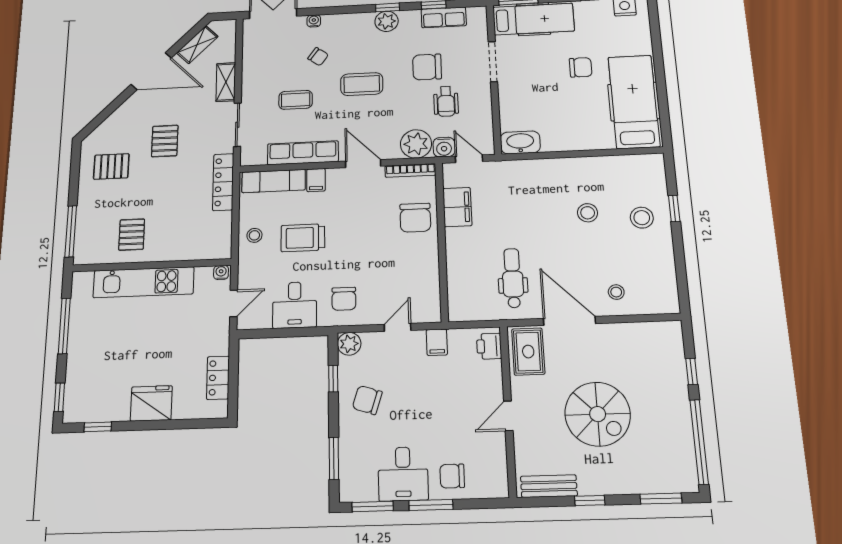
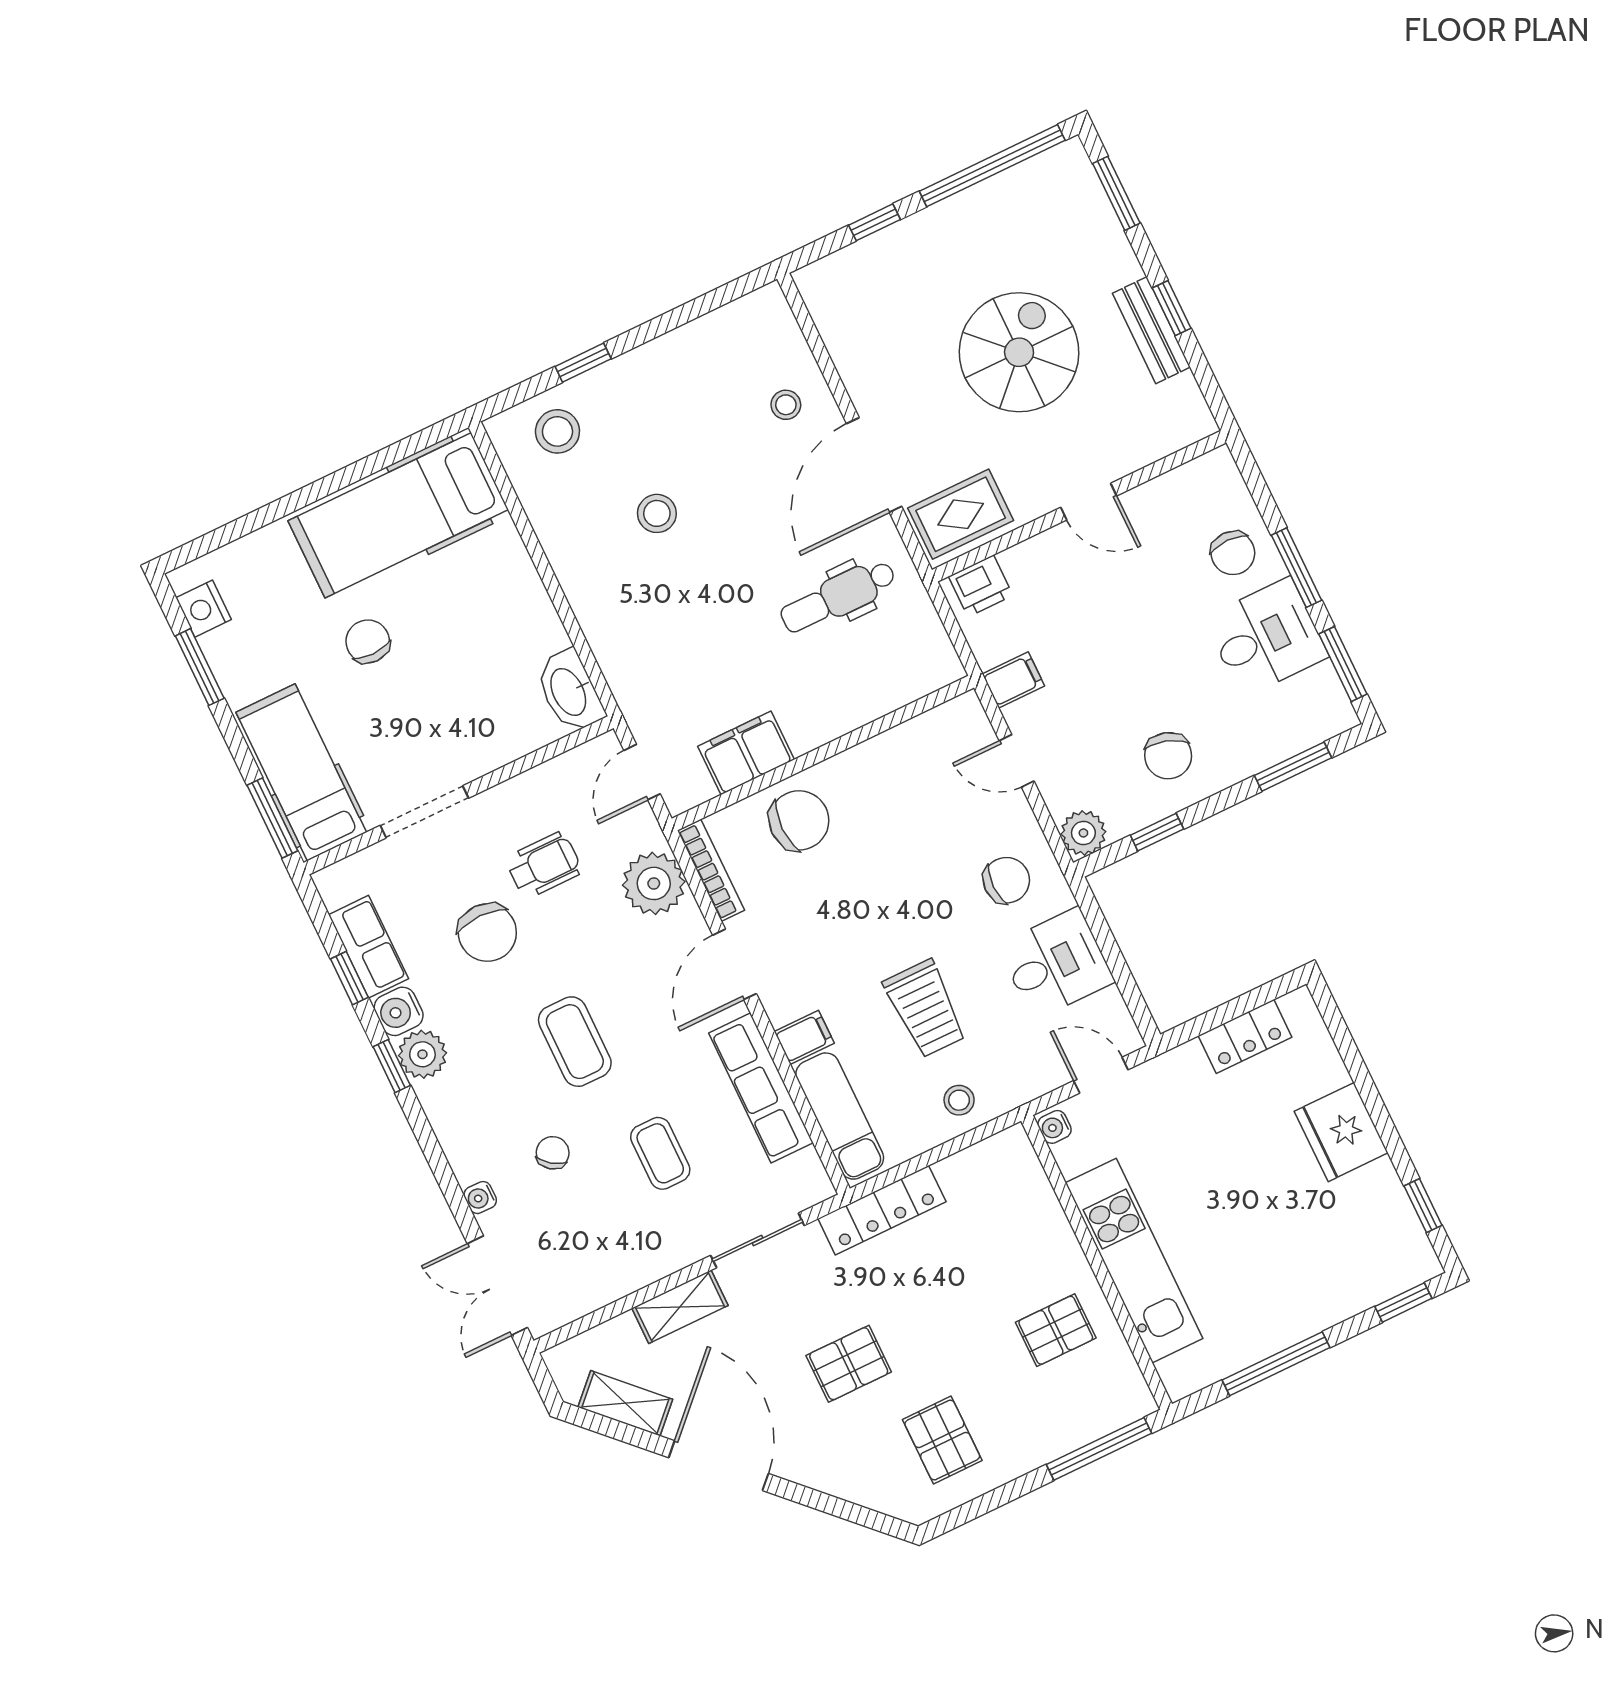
water cooler: (444, 147) -> (399, 1011), moved, turned 180
stool: (642, 218) -> (557, 431), moved
bench: (549, 486) -> (1151, 330), moved

